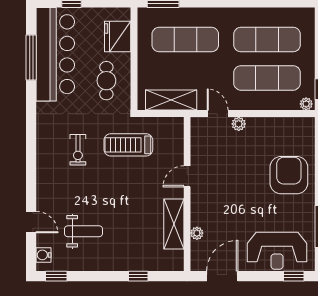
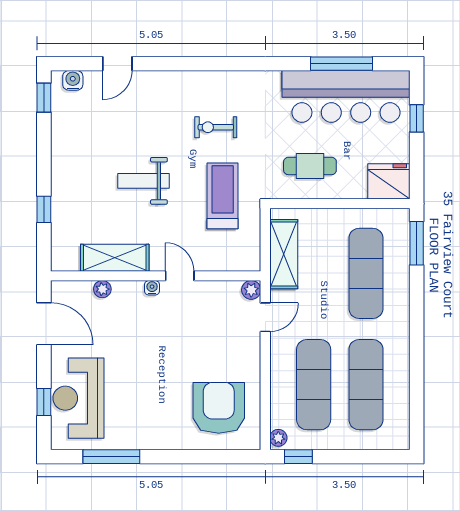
fridge: (118, 36) -> (389, 181), moved
plant: (239, 124) -> (251, 290), moved
armchair: (289, 175) -> (219, 408), moved, turned -90
water cooler: (196, 197) -> (152, 288), added
weight bench: (83, 231) -> (144, 181), moved, turned 90
window: (294, 276) -> (44, 402), moved

